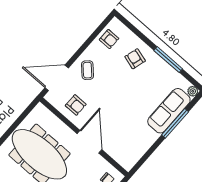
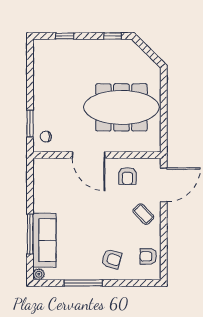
armchair: (76, 105) -> (127, 176), turned -90

